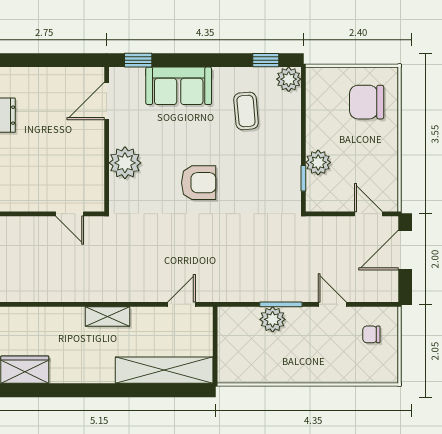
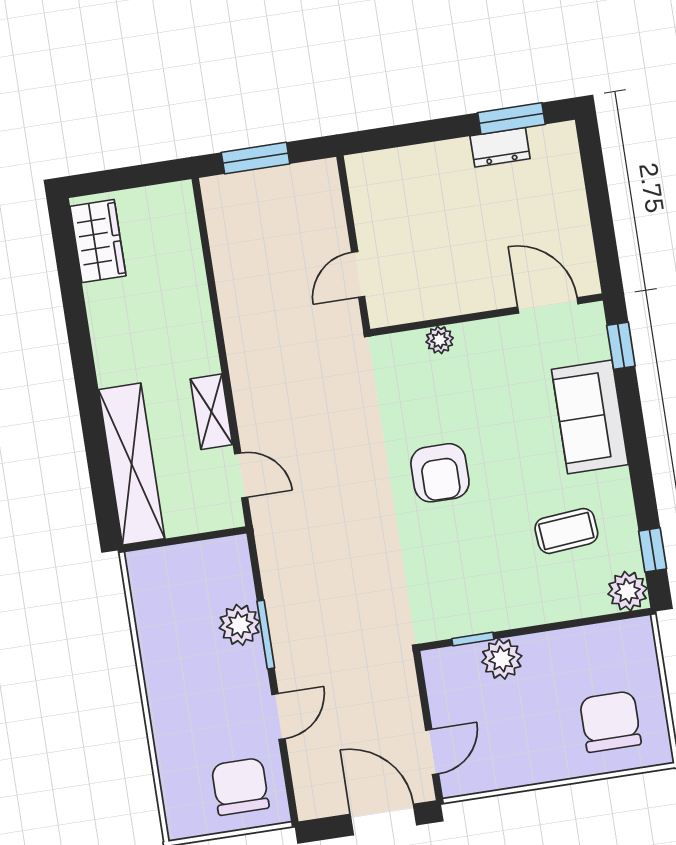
plant: (125, 163) -> (440, 340), width x0.53, depth x0.53
shelving: (108, 316) -> (211, 412), moved
chair: (371, 334) -> (240, 787), width x1.87, depth x1.87

